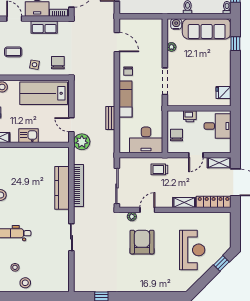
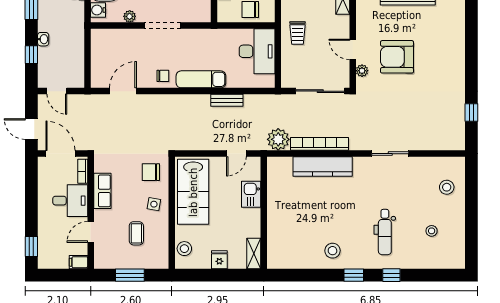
doorway: (165, 81) -> (163, 26), moved
kitchen sink: (28, 136) -> (251, 194), moved
plant: (82, 142) -> (278, 139), moved
stool: (25, 283) -> (447, 187), moved

